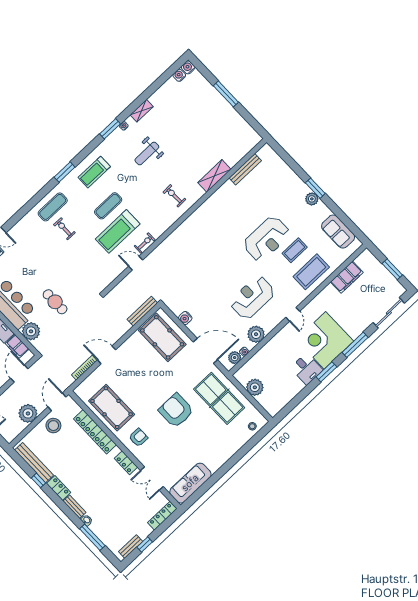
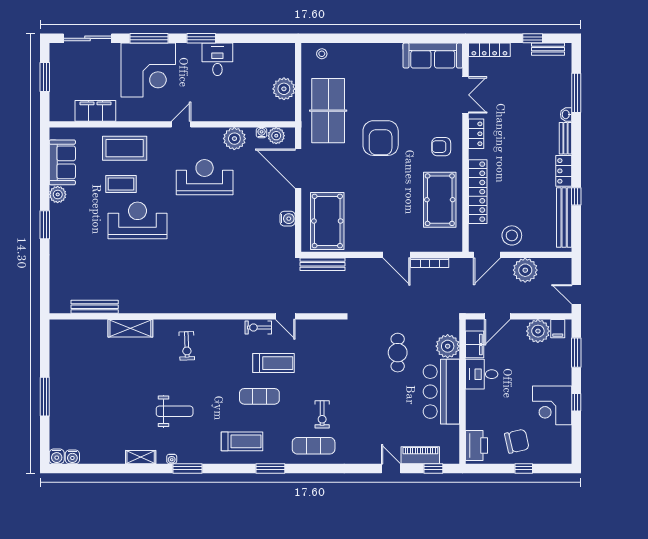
plant: (312, 199) -> (58, 194), moved
treadmill: (118, 231) -> (274, 363), width x0.73, depth x0.73
reception desk: (252, 297) -> (205, 177), turned 180
corner desk: (325, 340) -> (148, 70), moved

